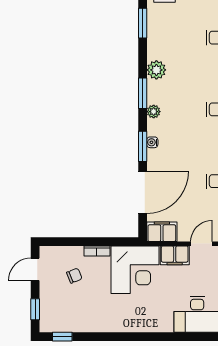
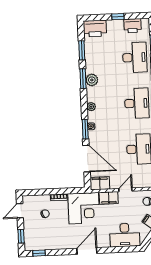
window: (143, 93) -> (83, 79), moved
door: (143, 192) -> (86, 159), hinge flipped
door: (137, 337) -> (87, 251), added

